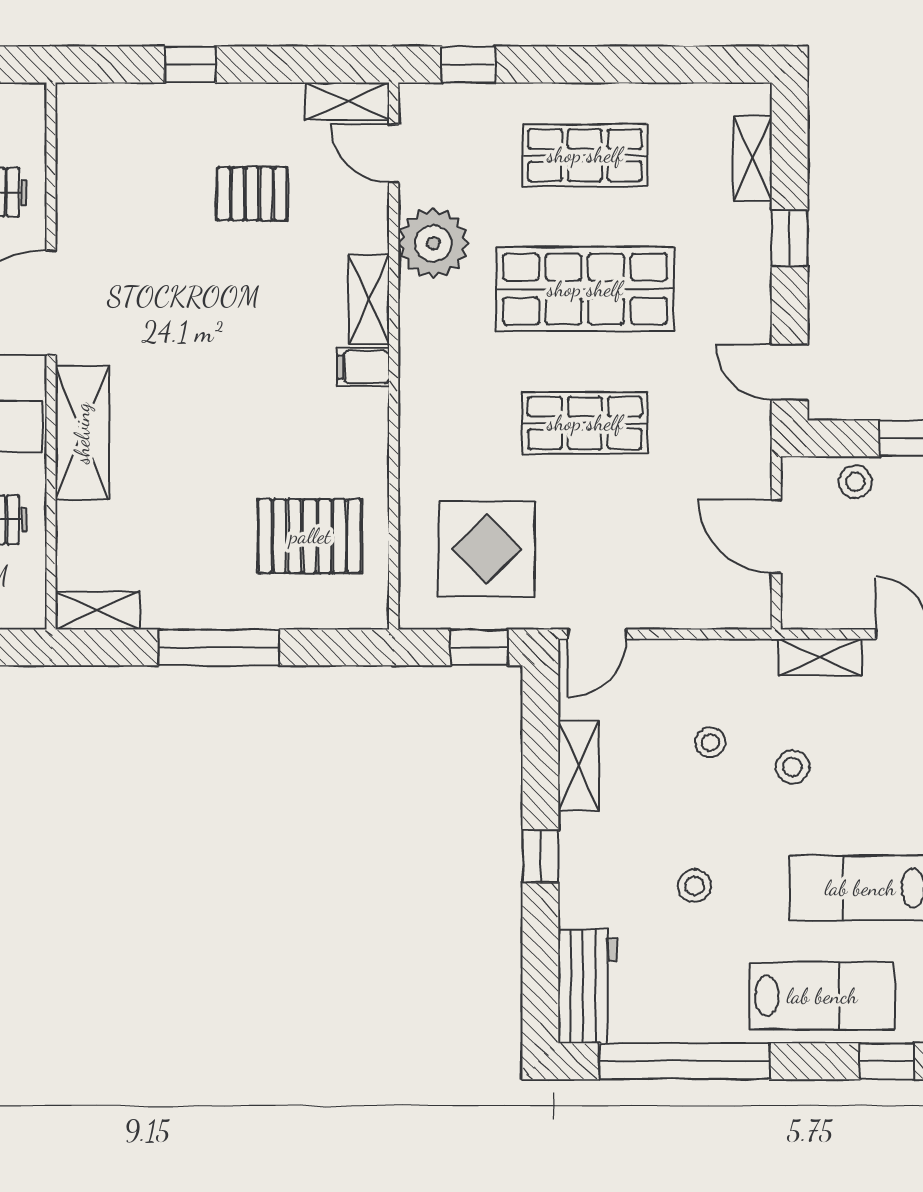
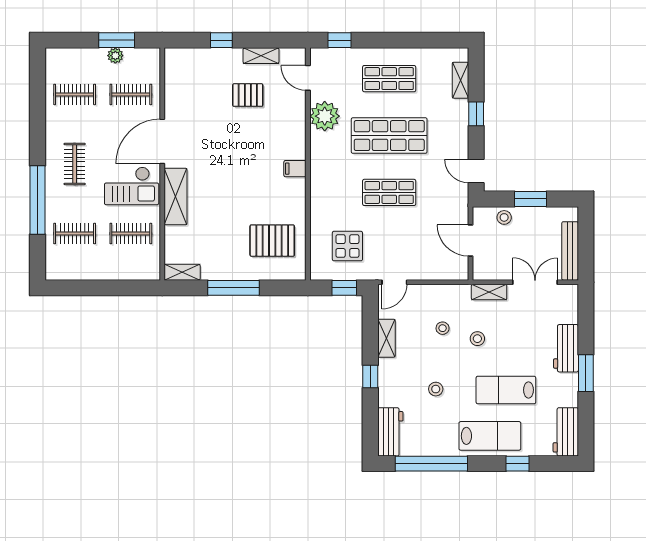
shelving: (347, 101) -> (261, 56), moved
shelving: (369, 299) -> (297, 140), removed
display table: (487, 549) -> (347, 246), width x0.73, depth x0.73

